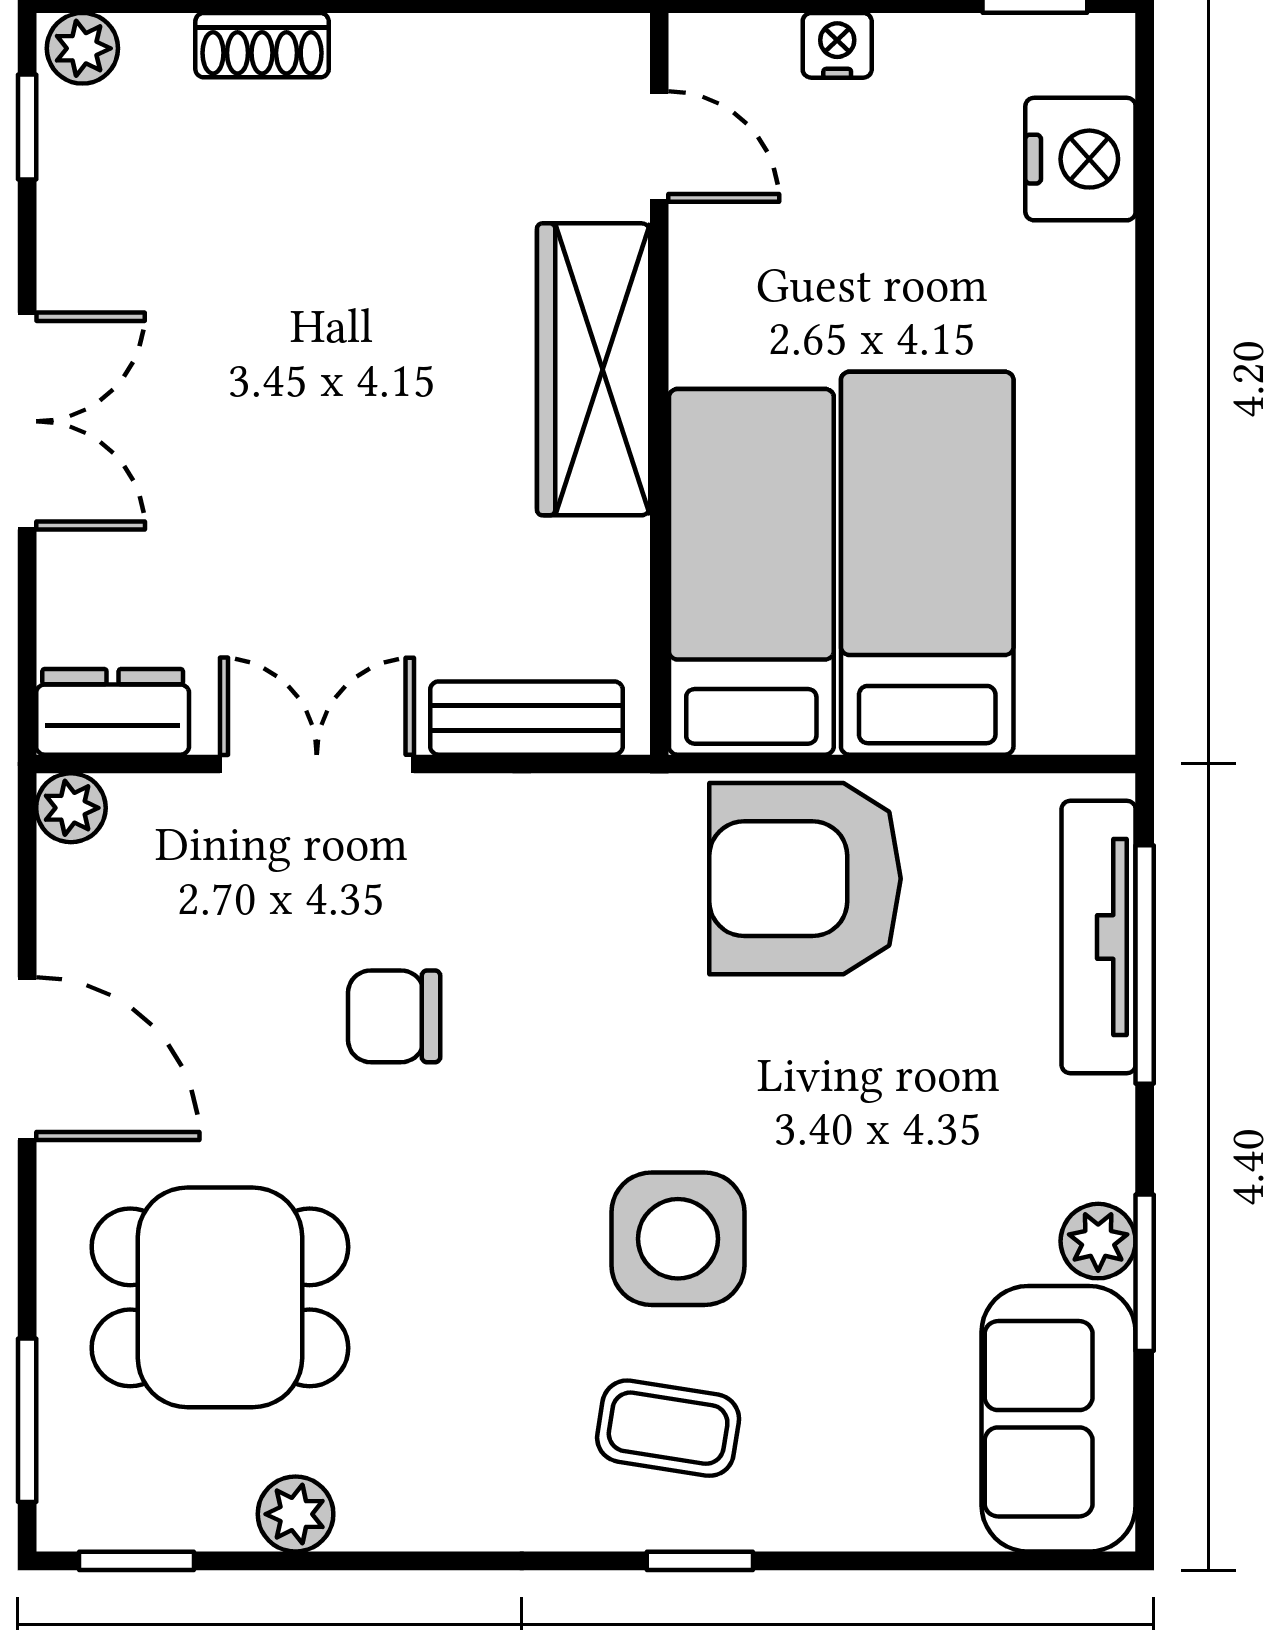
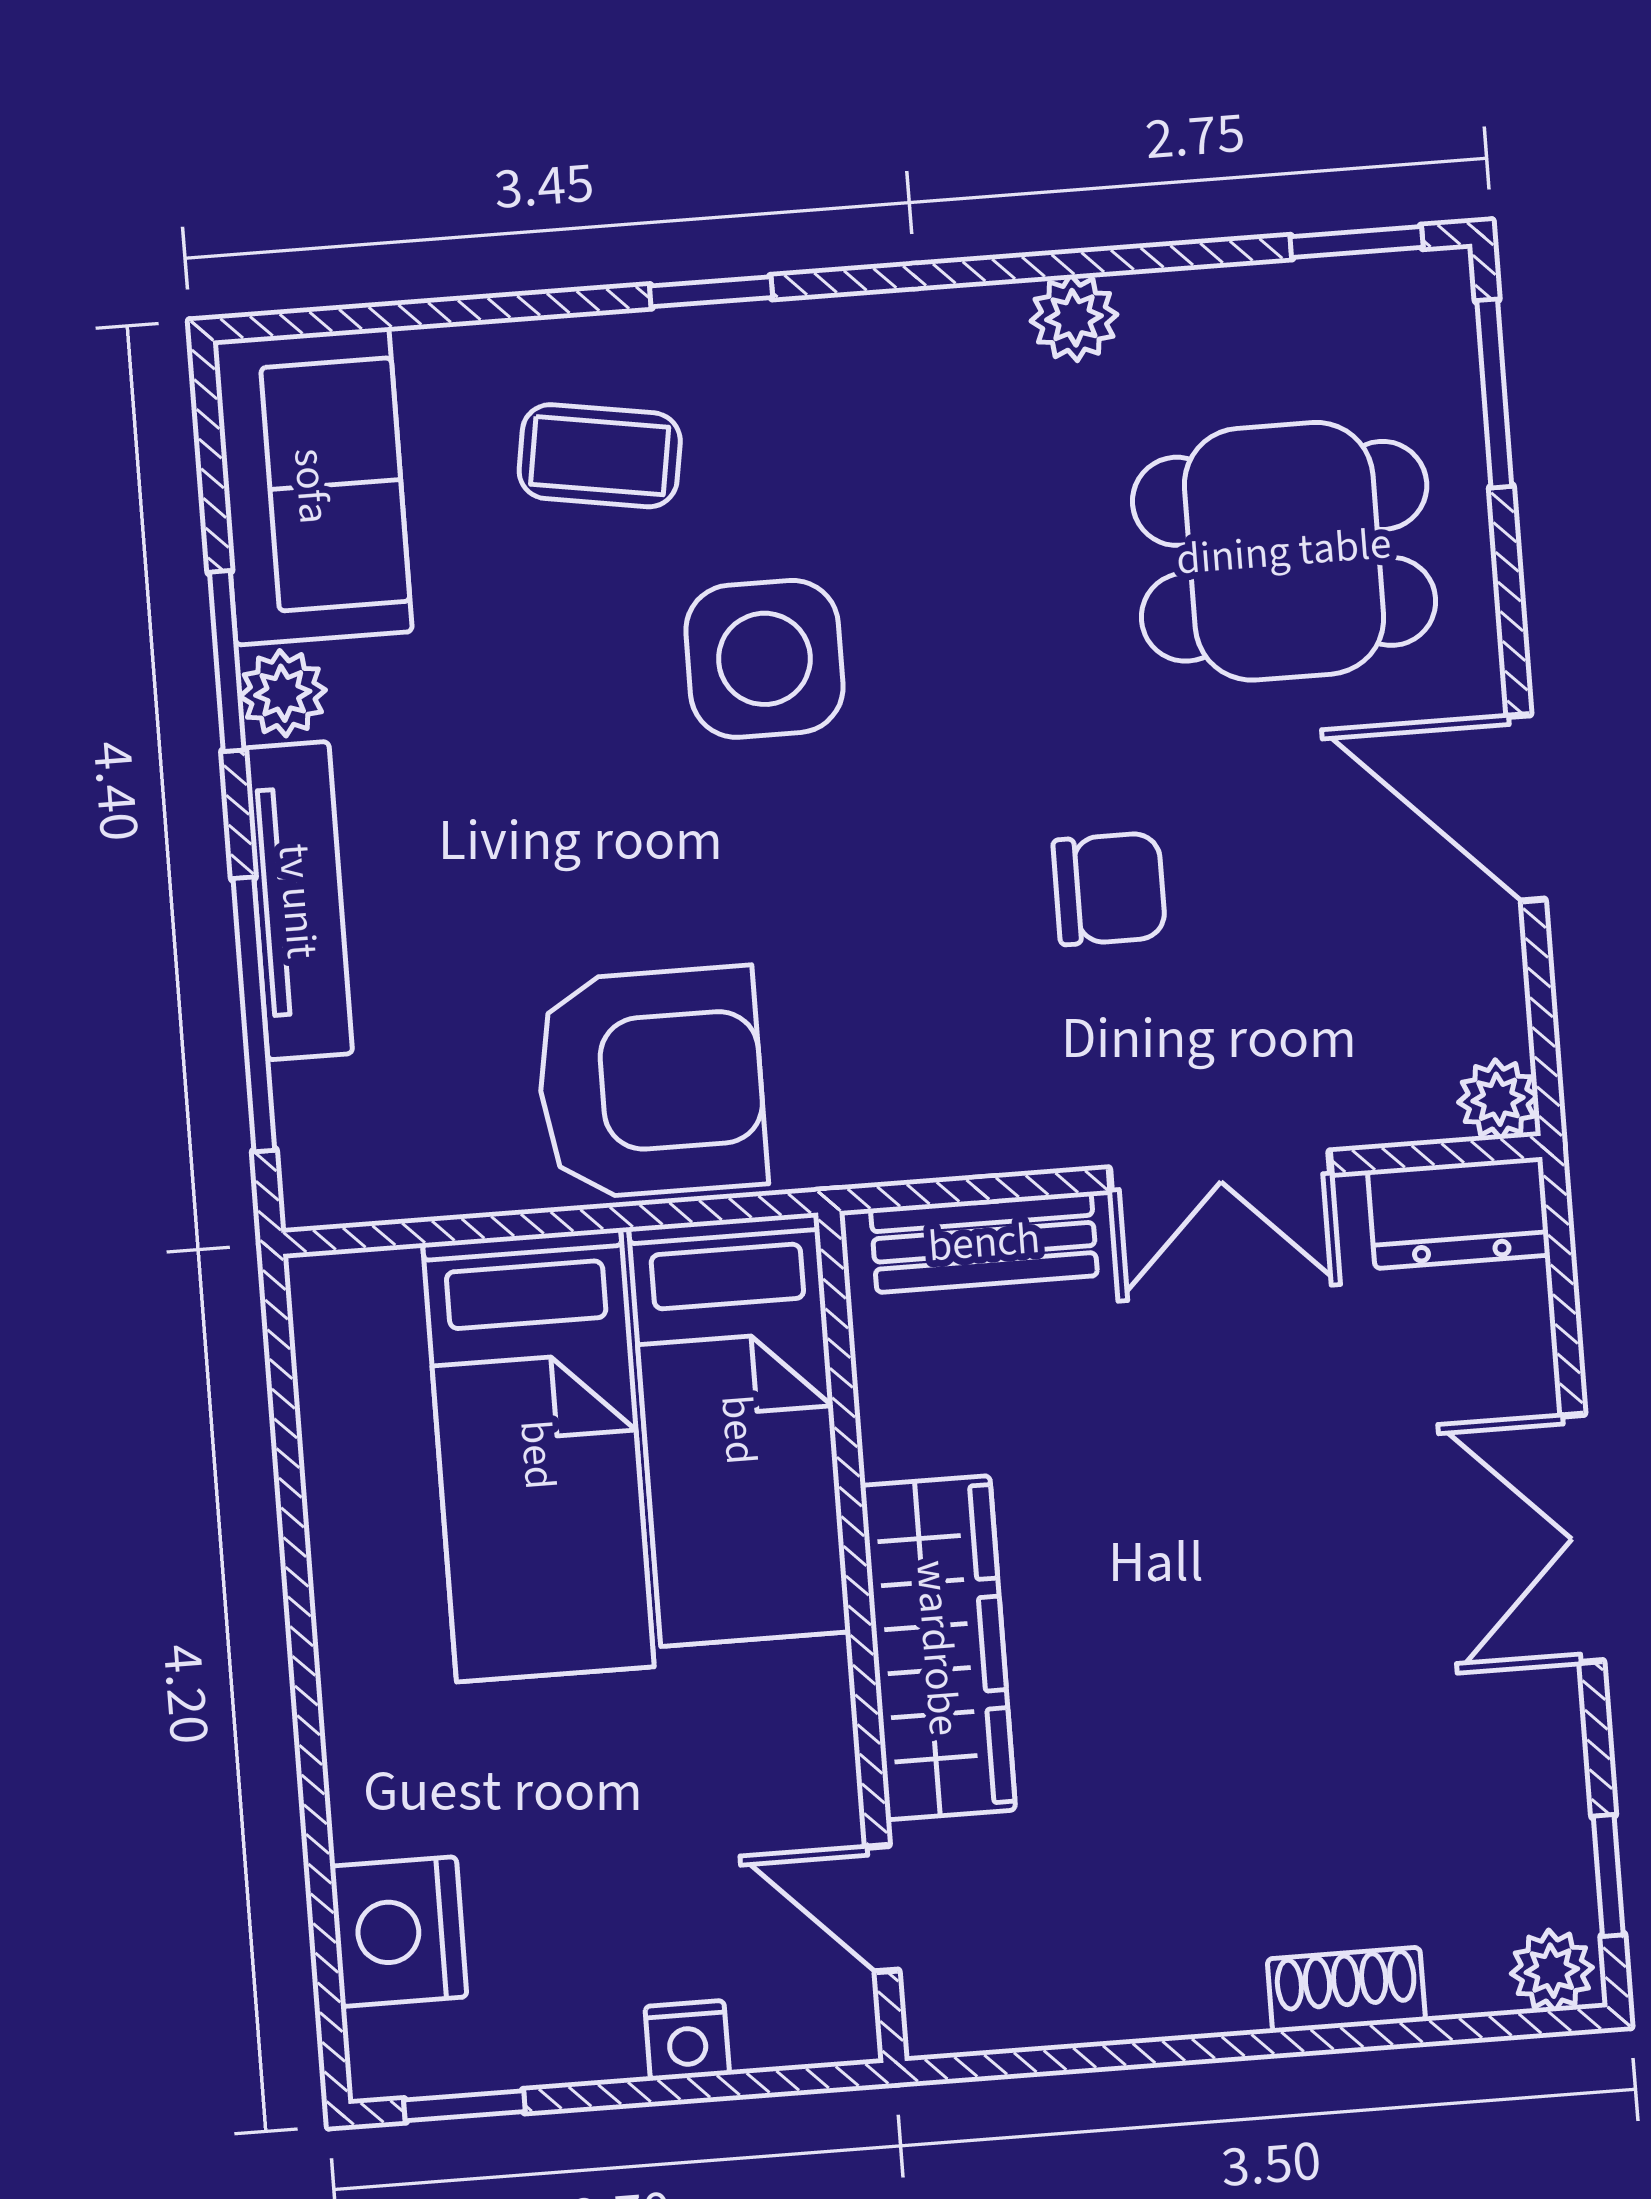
tv unit: (1099, 937) -> (298, 901), moved
coffee table: (668, 1428) -> (600, 456), moved
plant: (296, 1514) -> (1074, 318), moved

